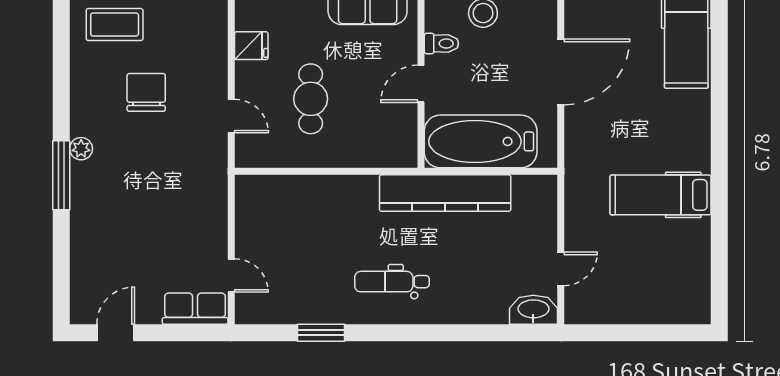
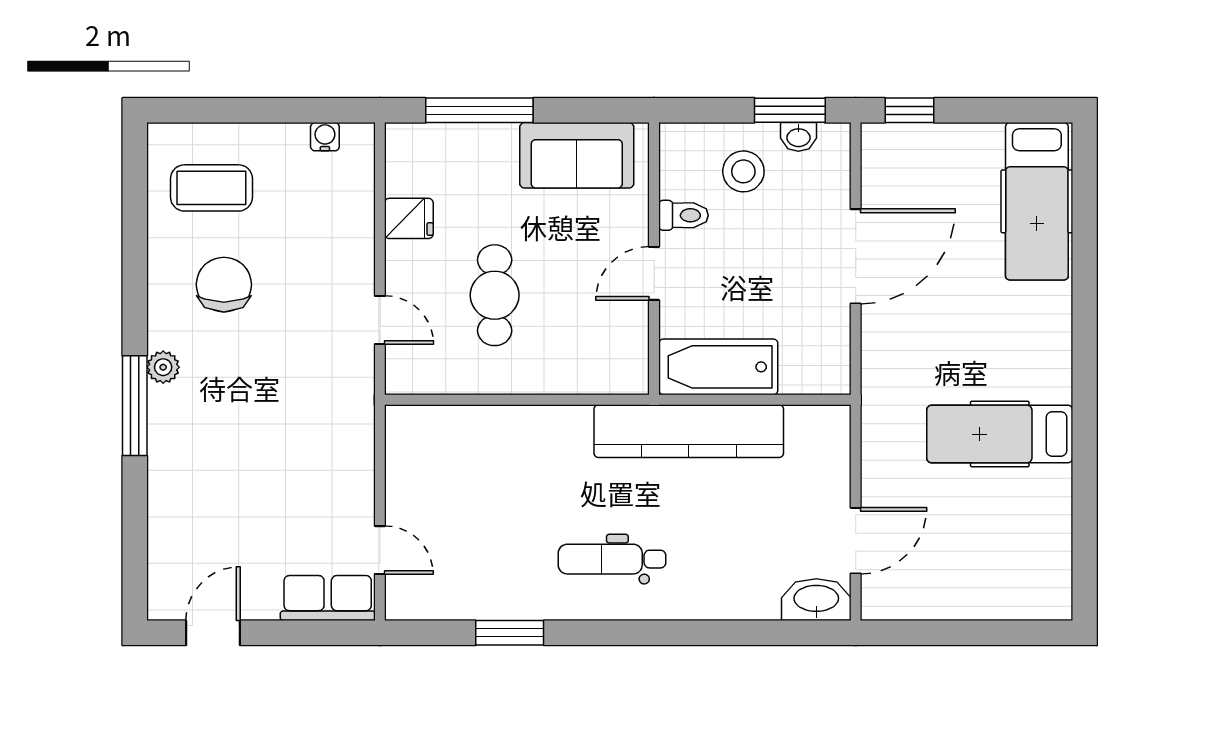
chair: (146, 92) -> (224, 285), moved
bathtub: (481, 141) -> (718, 367), width x0.73, depth x0.73
door: (561, 269) -> (856, 541), width x1.38

